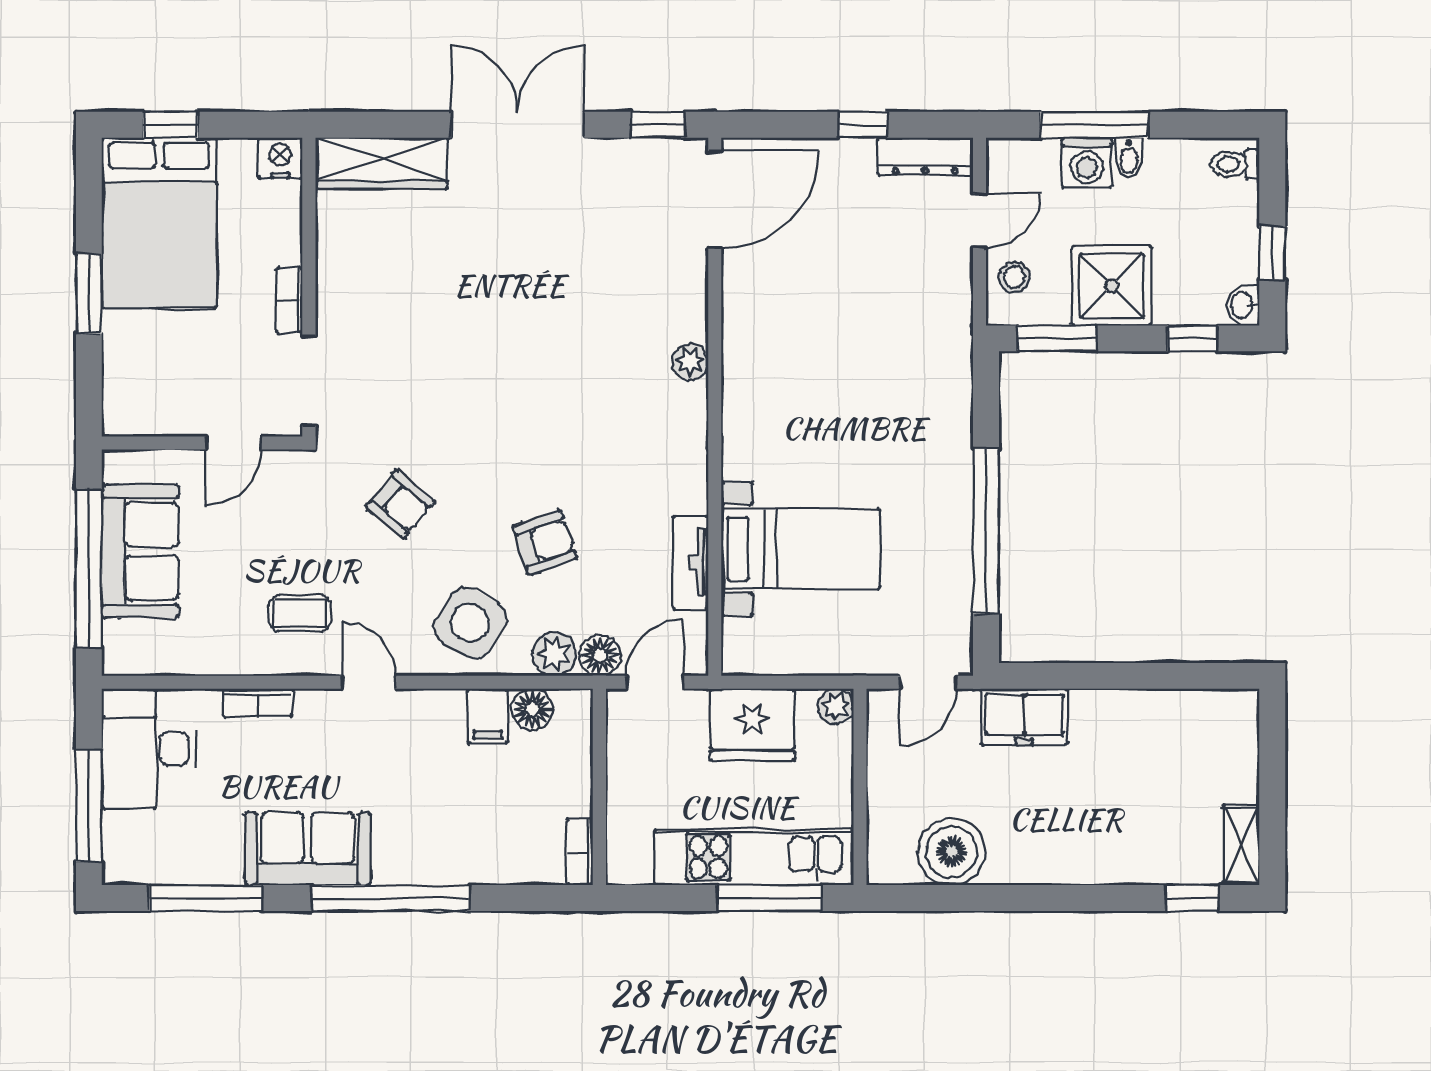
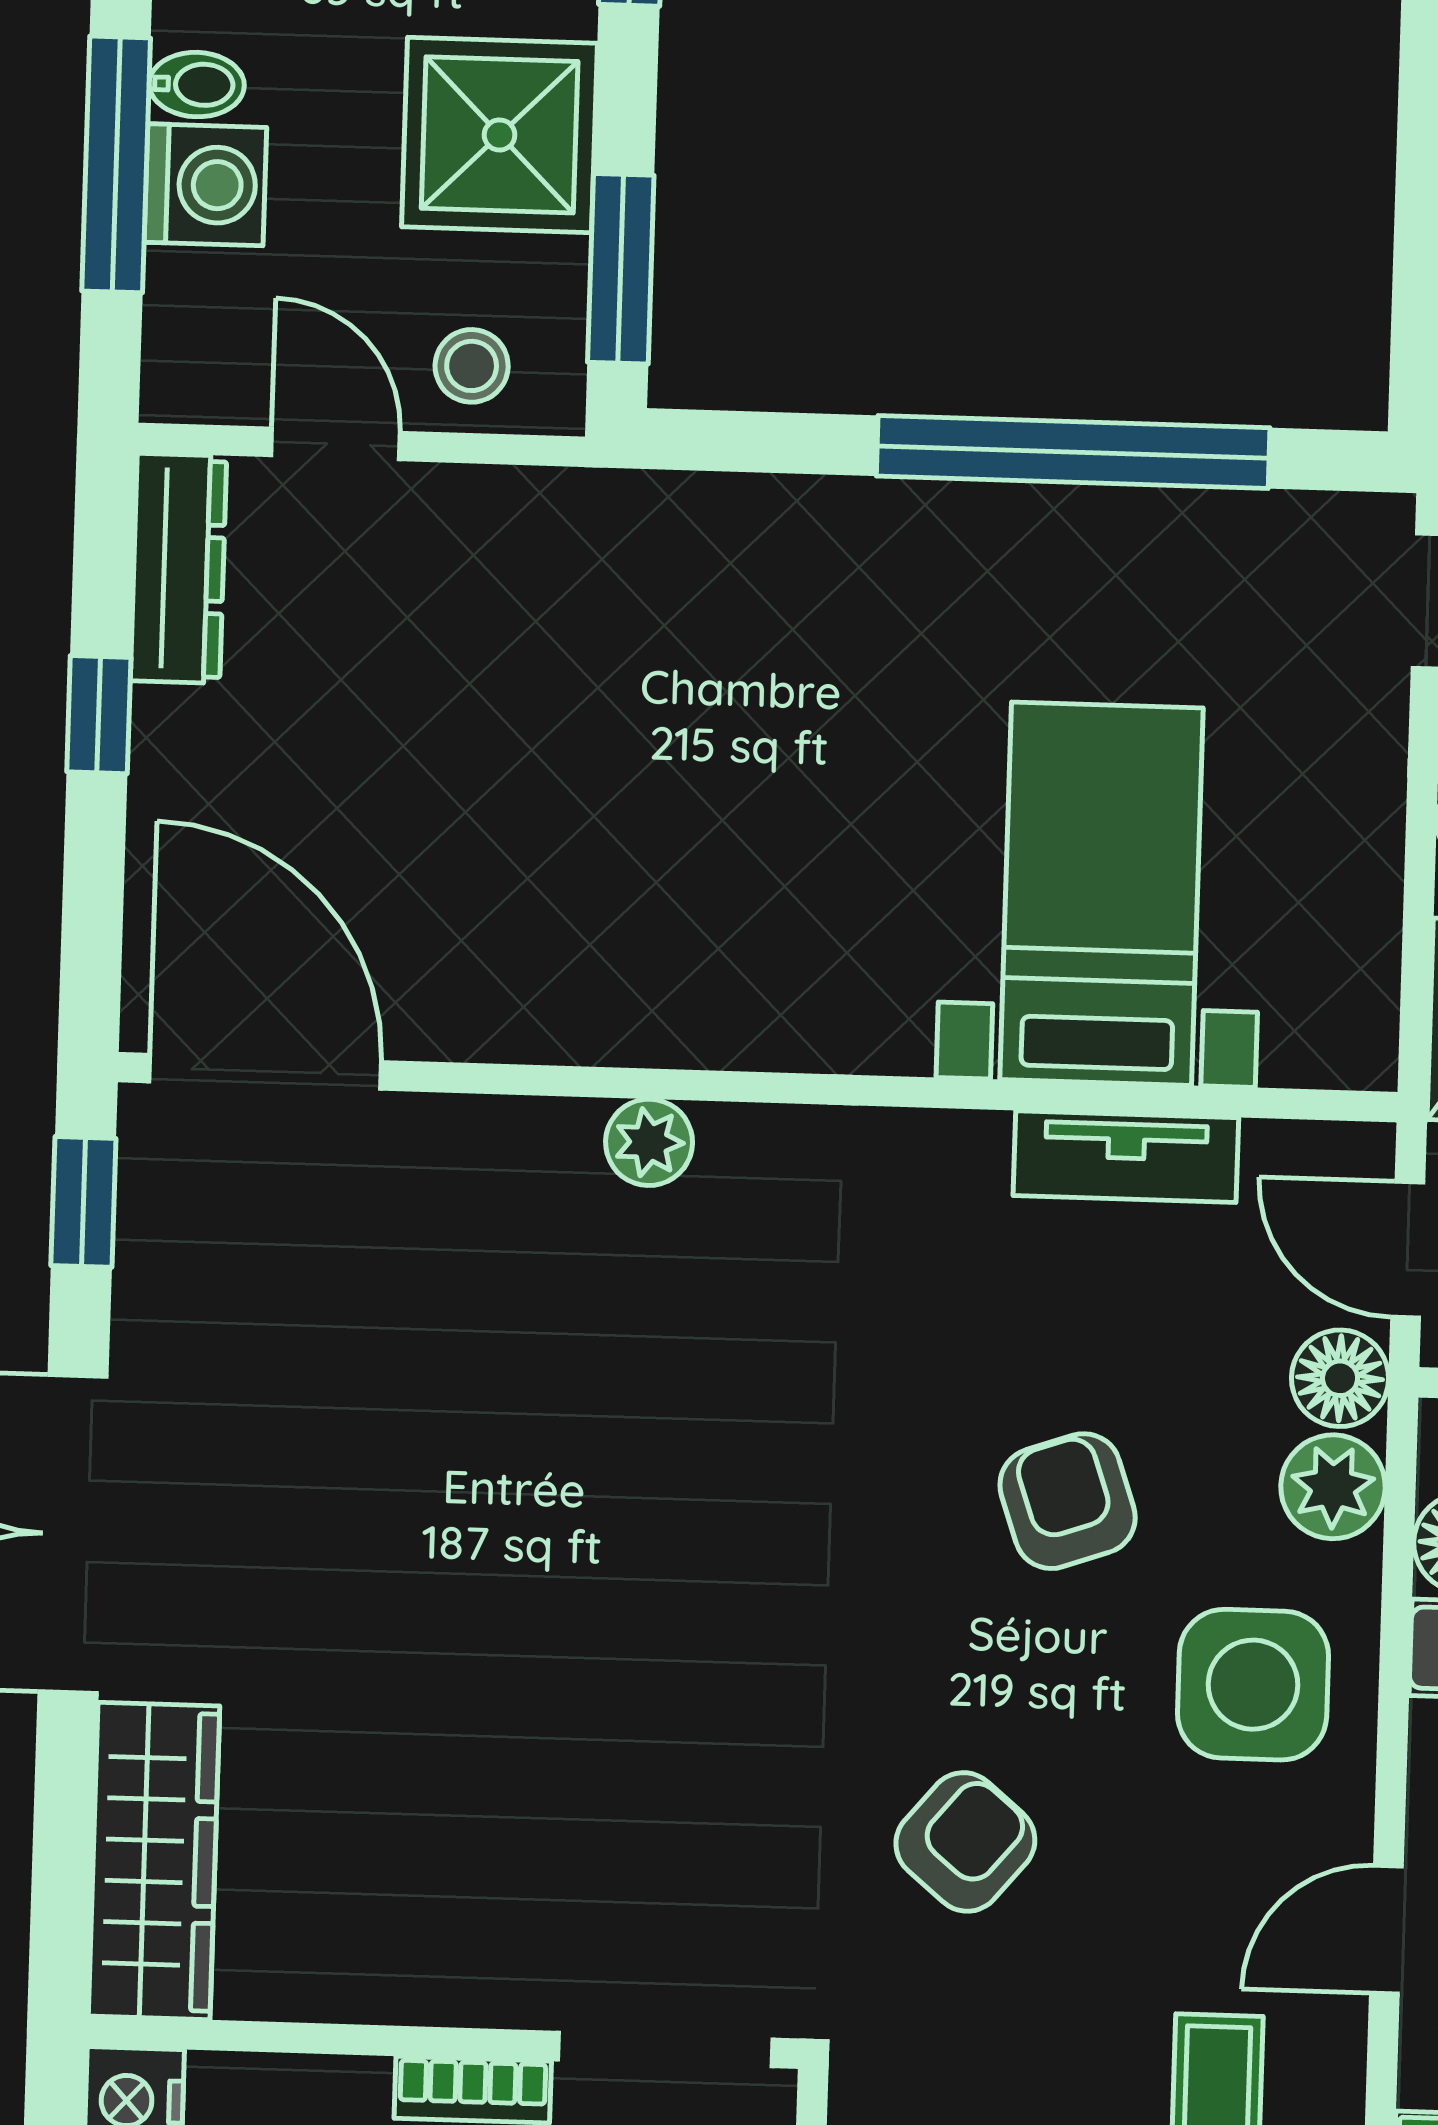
side table: (470, 623) -> (1253, 1685), turned -31

